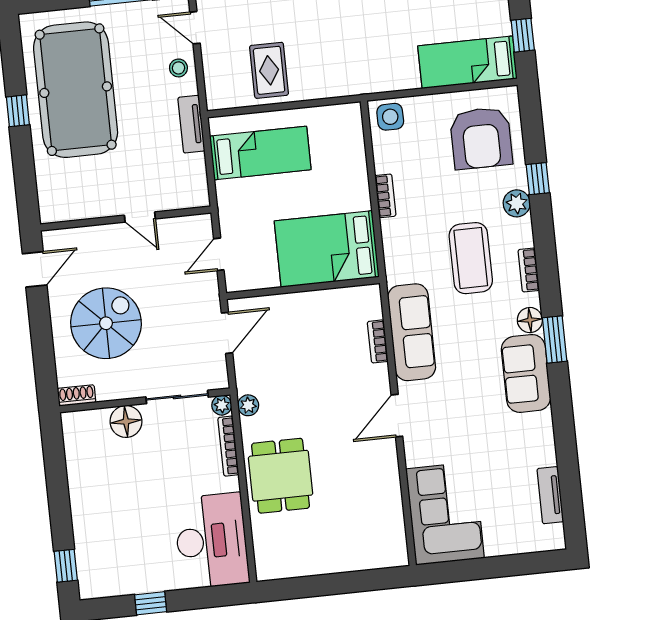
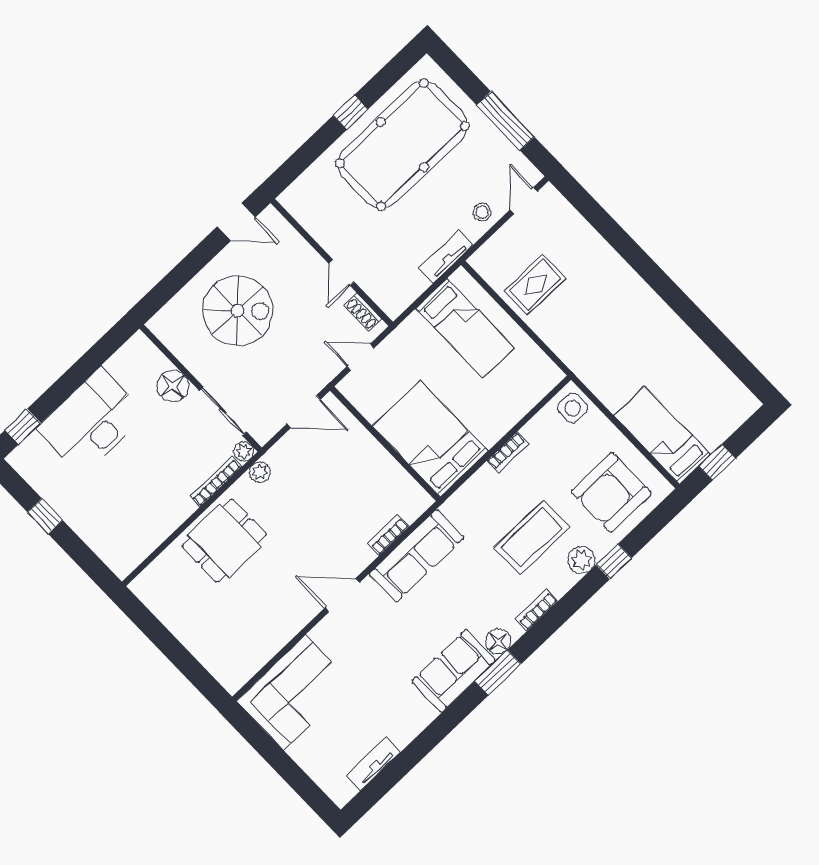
coffee table: (471, 258) -> (532, 537), moved
shoe rack: (77, 395) -> (363, 312), moved, turned 180
desk: (211, 541) -> (92, 422), moved, turned 180

